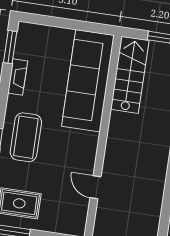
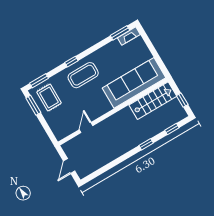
fireplace: (18, 77) -> (129, 36), moved

